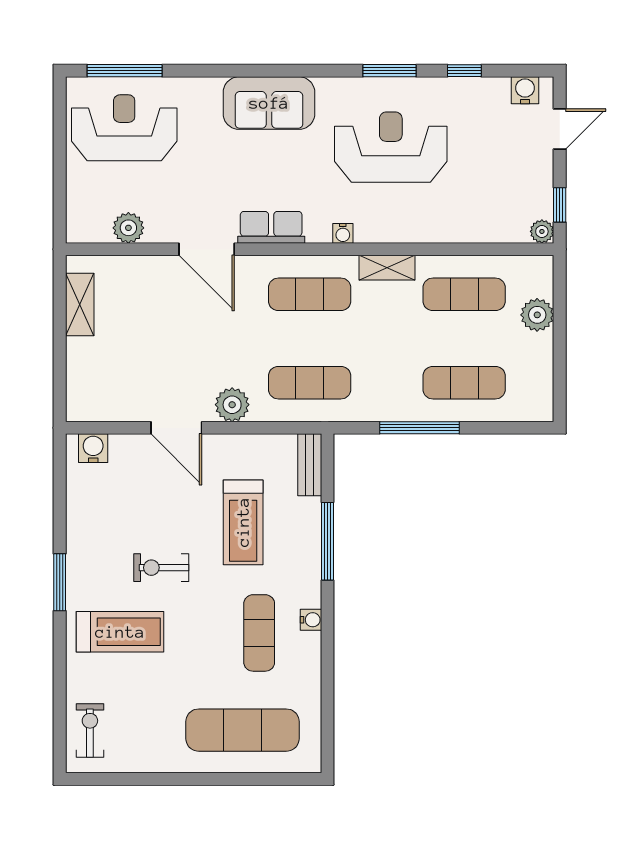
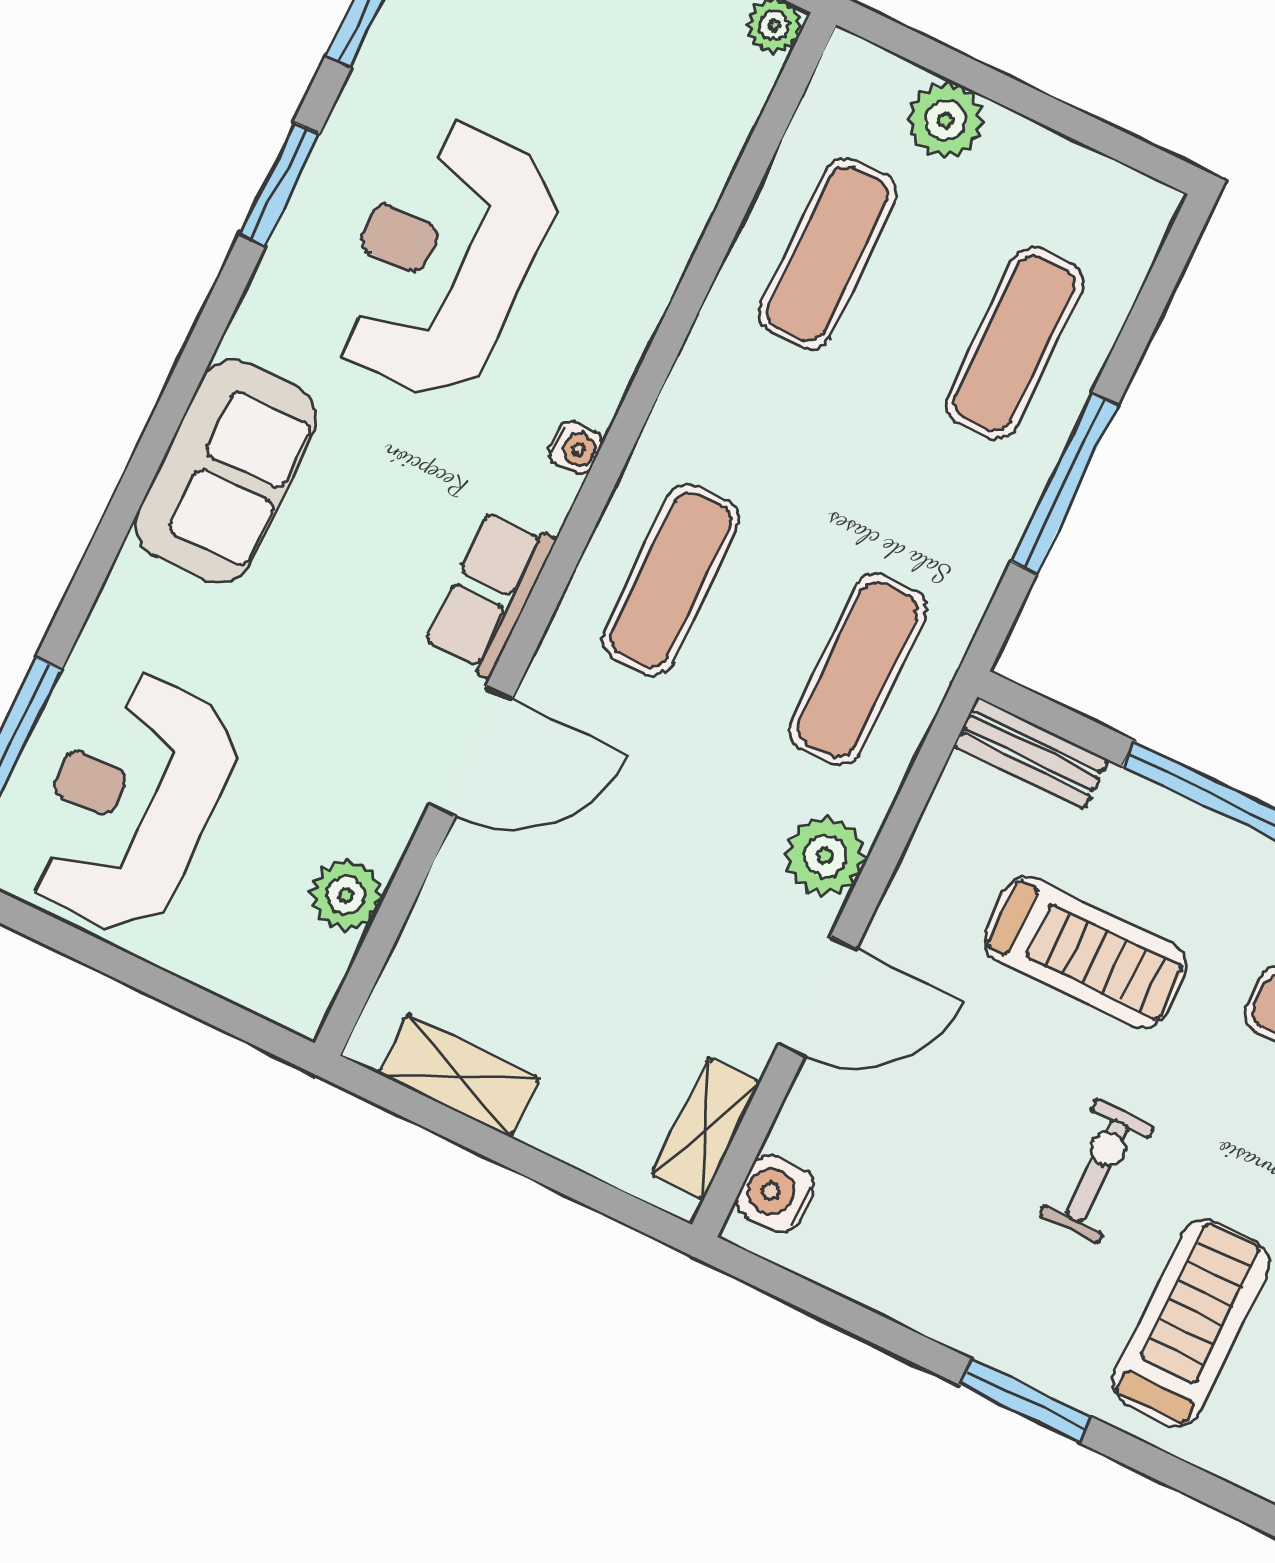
shelving: (387, 268) -> (706, 1128), moved
exercise bike: (161, 568) -> (1097, 1171), turned 180

